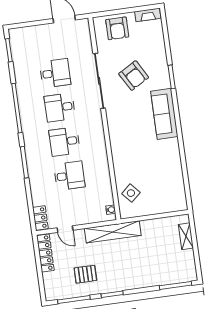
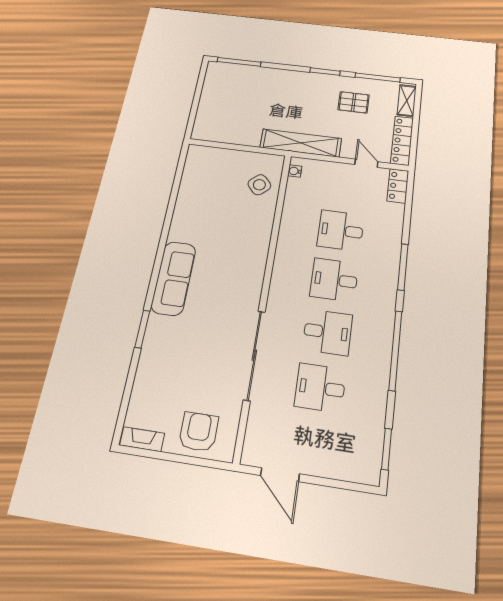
armchair: (134, 76) -> (199, 348), removed
desk: (65, 142) -> (334, 280), turned 180
shelving: (186, 236) -> (407, 101), moved

